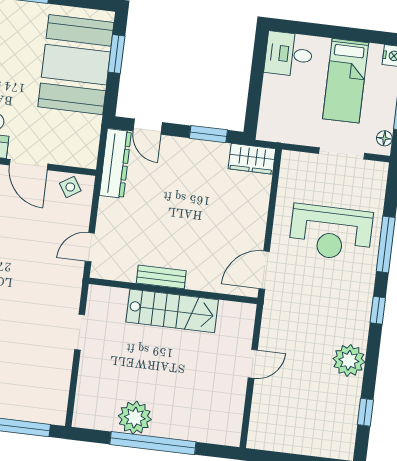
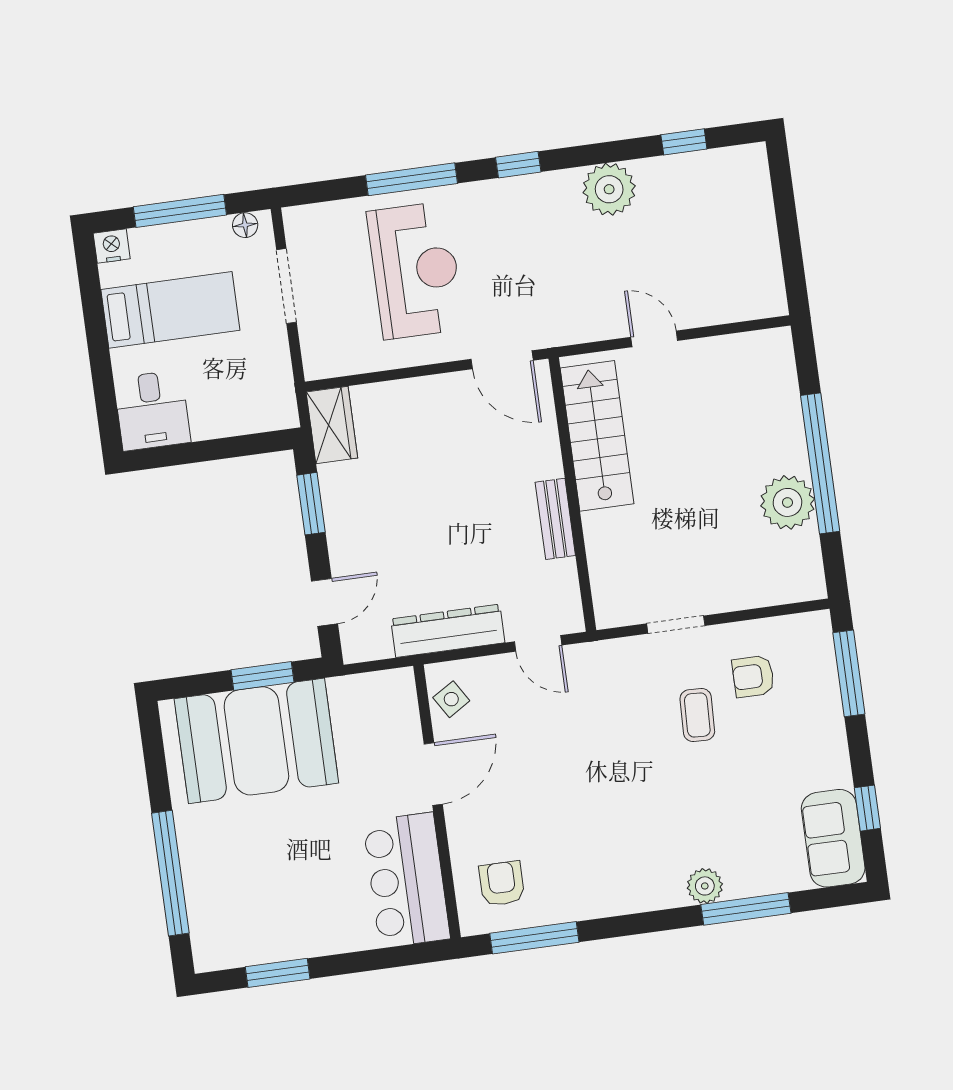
window: (116, 54) -> (262, 676), moved
dresser: (115, 164) -> (448, 631), moved
stairs: (172, 311) -> (597, 436), moved
coffee table: (22, 331) -> (697, 715), added
armchair: (37, 370) -> (753, 676), added

